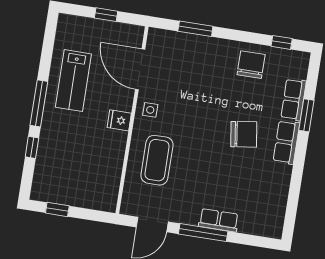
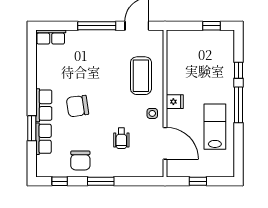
window: (195, 29) -> (101, 181), moved
wheelchair: (195, 84) -> (121, 138), added
row of seats: (219, 220) -> (51, 37), moved

